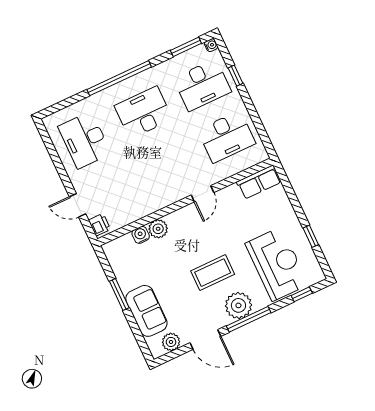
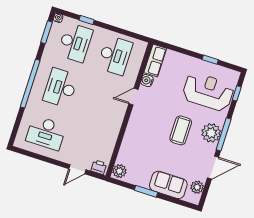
door: (203, 194) -> (133, 97), swing flipped
plant: (158, 229) -> (119, 171), moved
water cooler: (141, 235) -> (147, 81), moved

